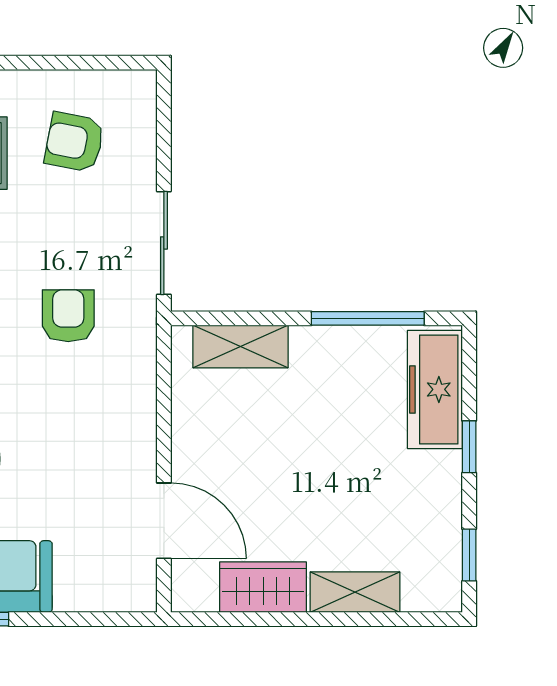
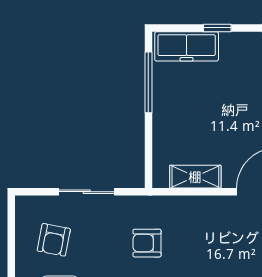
sliding door: (164, 243) -> (87, 192), moved
shelving: (241, 347) -> (195, 177), moved, turned 90

